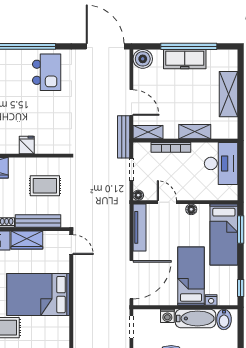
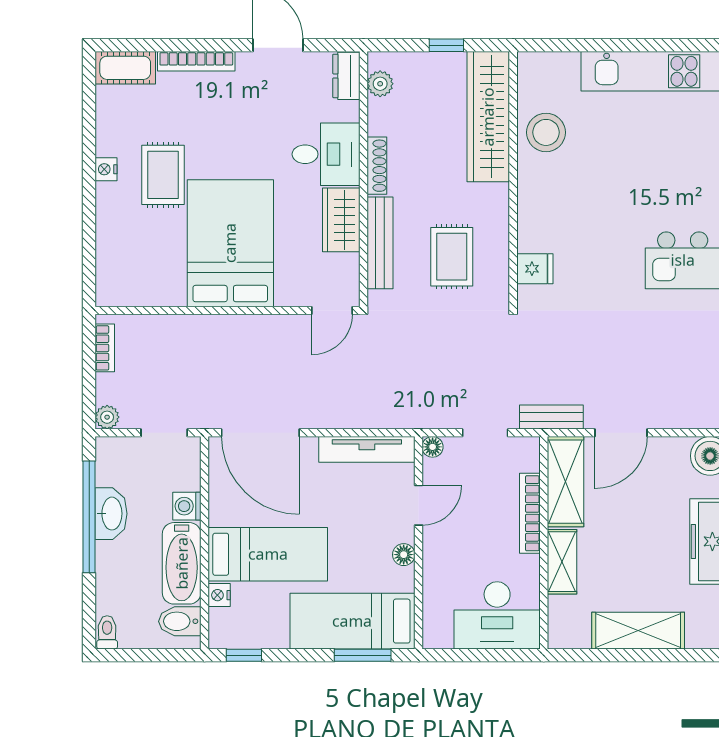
shelving: (148, 132) -> (565, 482), width x1.50, depth x1.33
bench: (124, 137) -> (551, 417), width x0.73
fridge: (27, 145) -> (535, 269), moved

